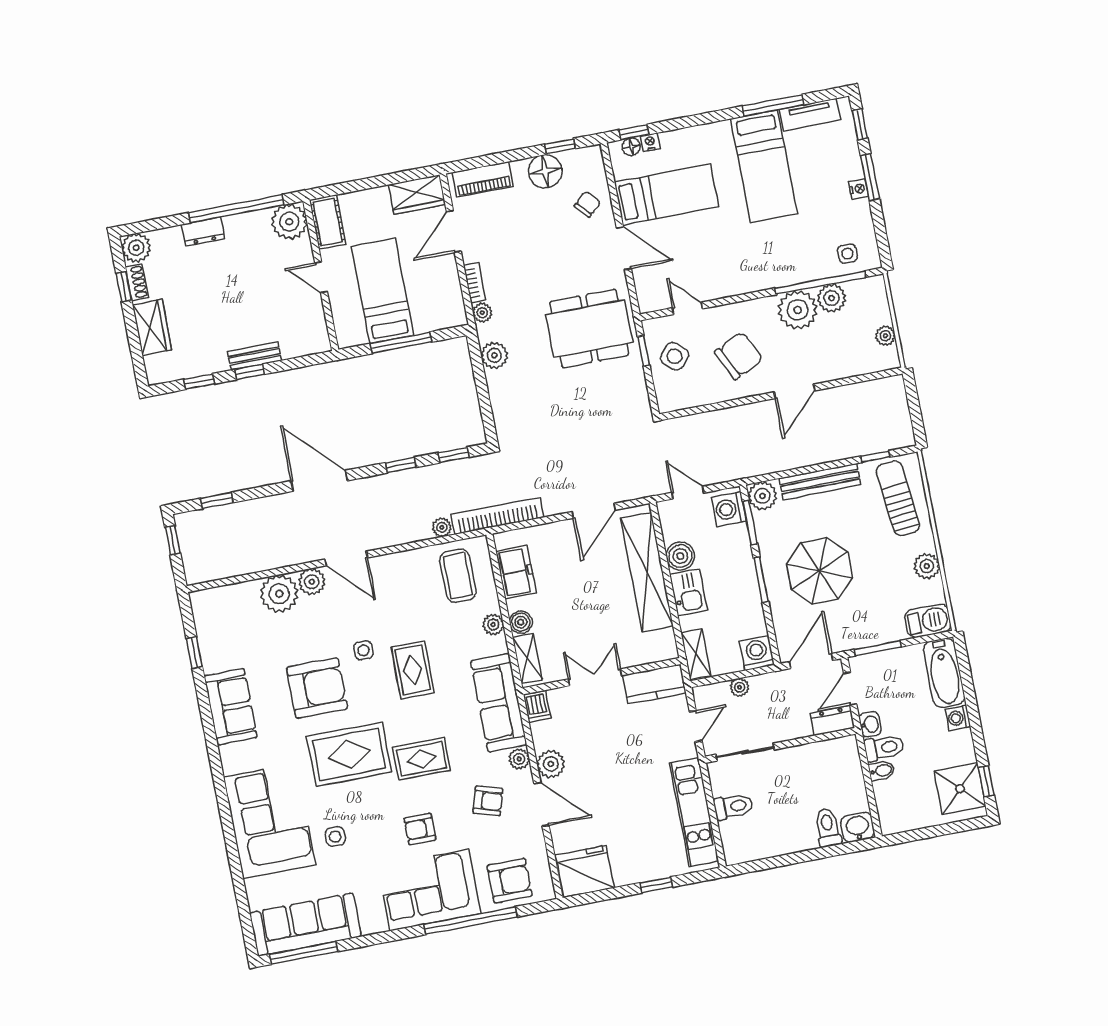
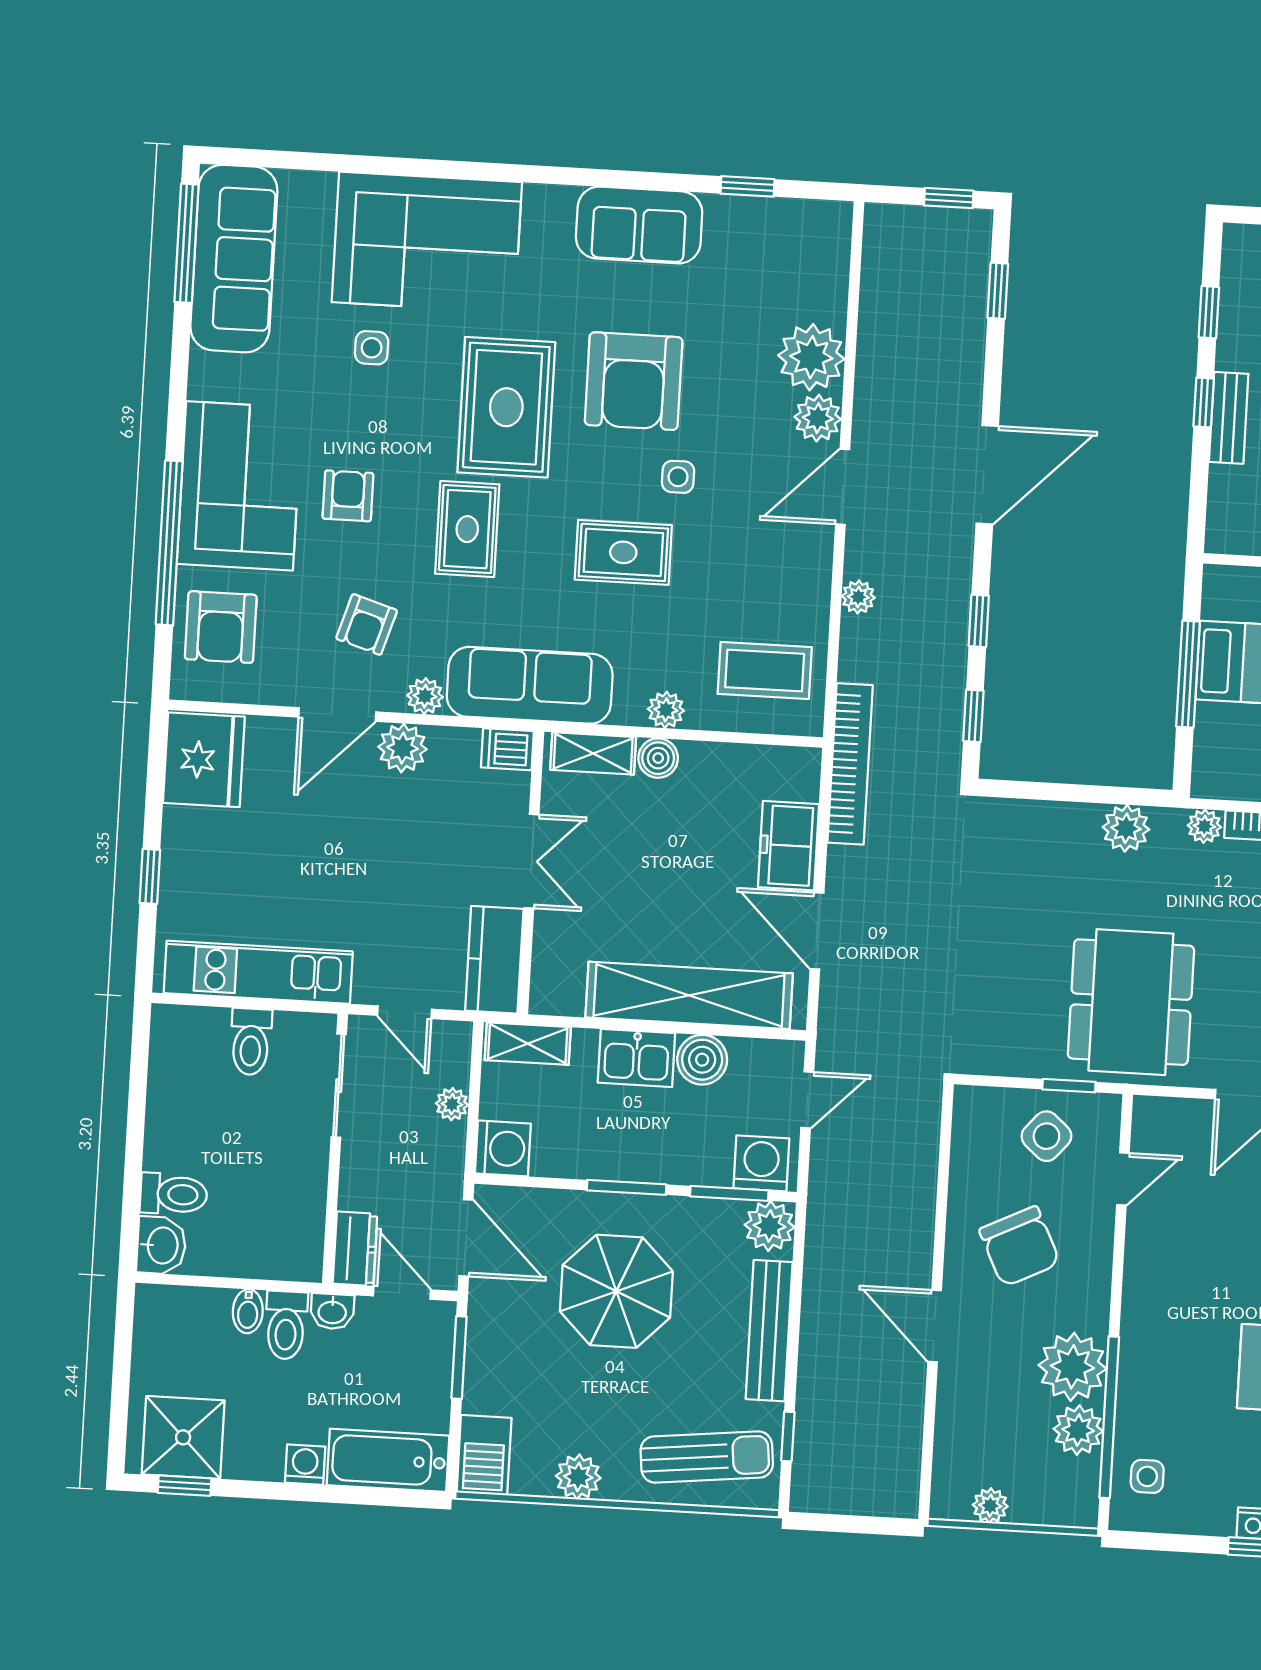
plant: (442, 527) -> (858, 597), moved
freezer: (516, 572) -> (788, 846), moved, turned 90

